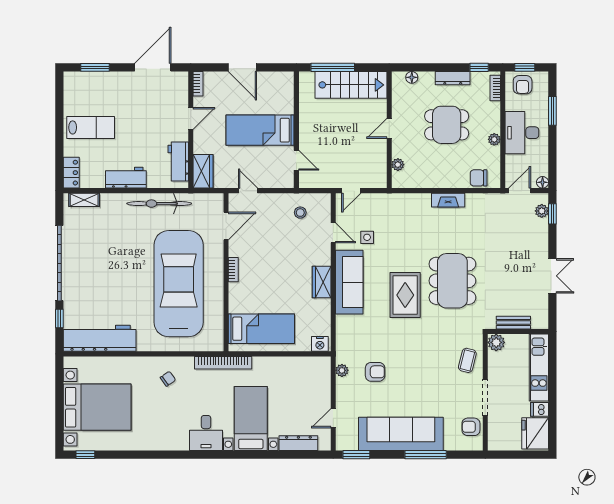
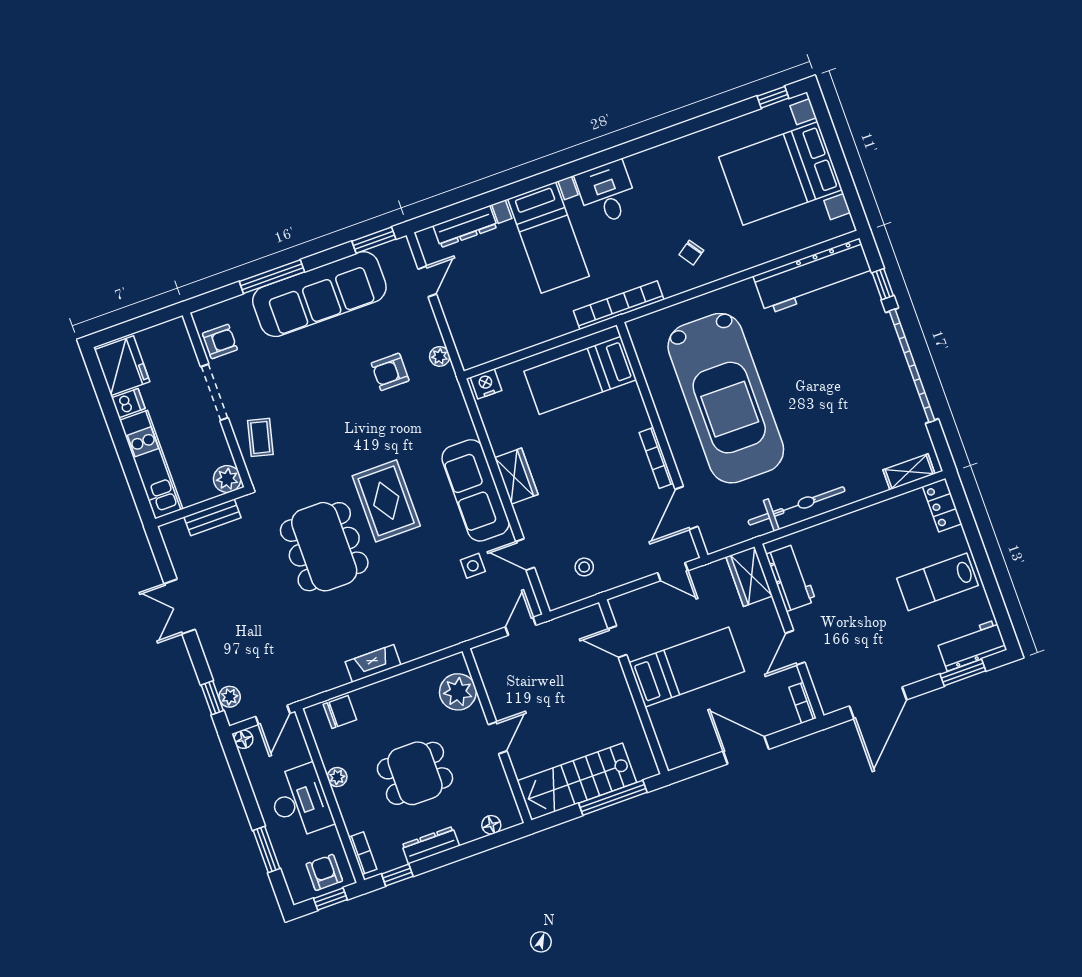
plant: (398, 165) -> (458, 692), width x1.88, depth x1.88
workbench: (126, 178) -> (972, 645), moved, turned 180
bookcase: (233, 270) -> (656, 458), width x1.56

